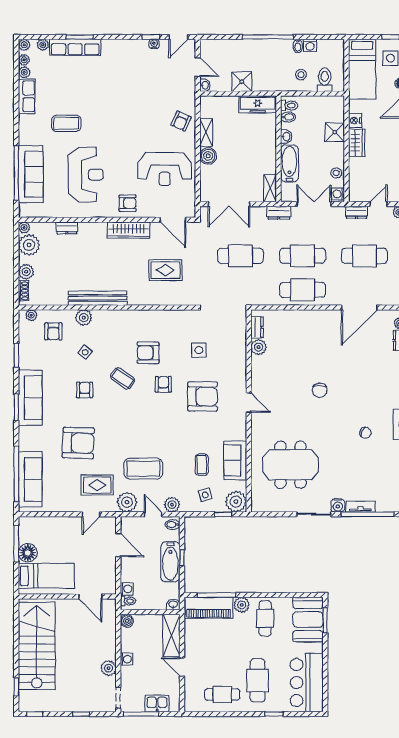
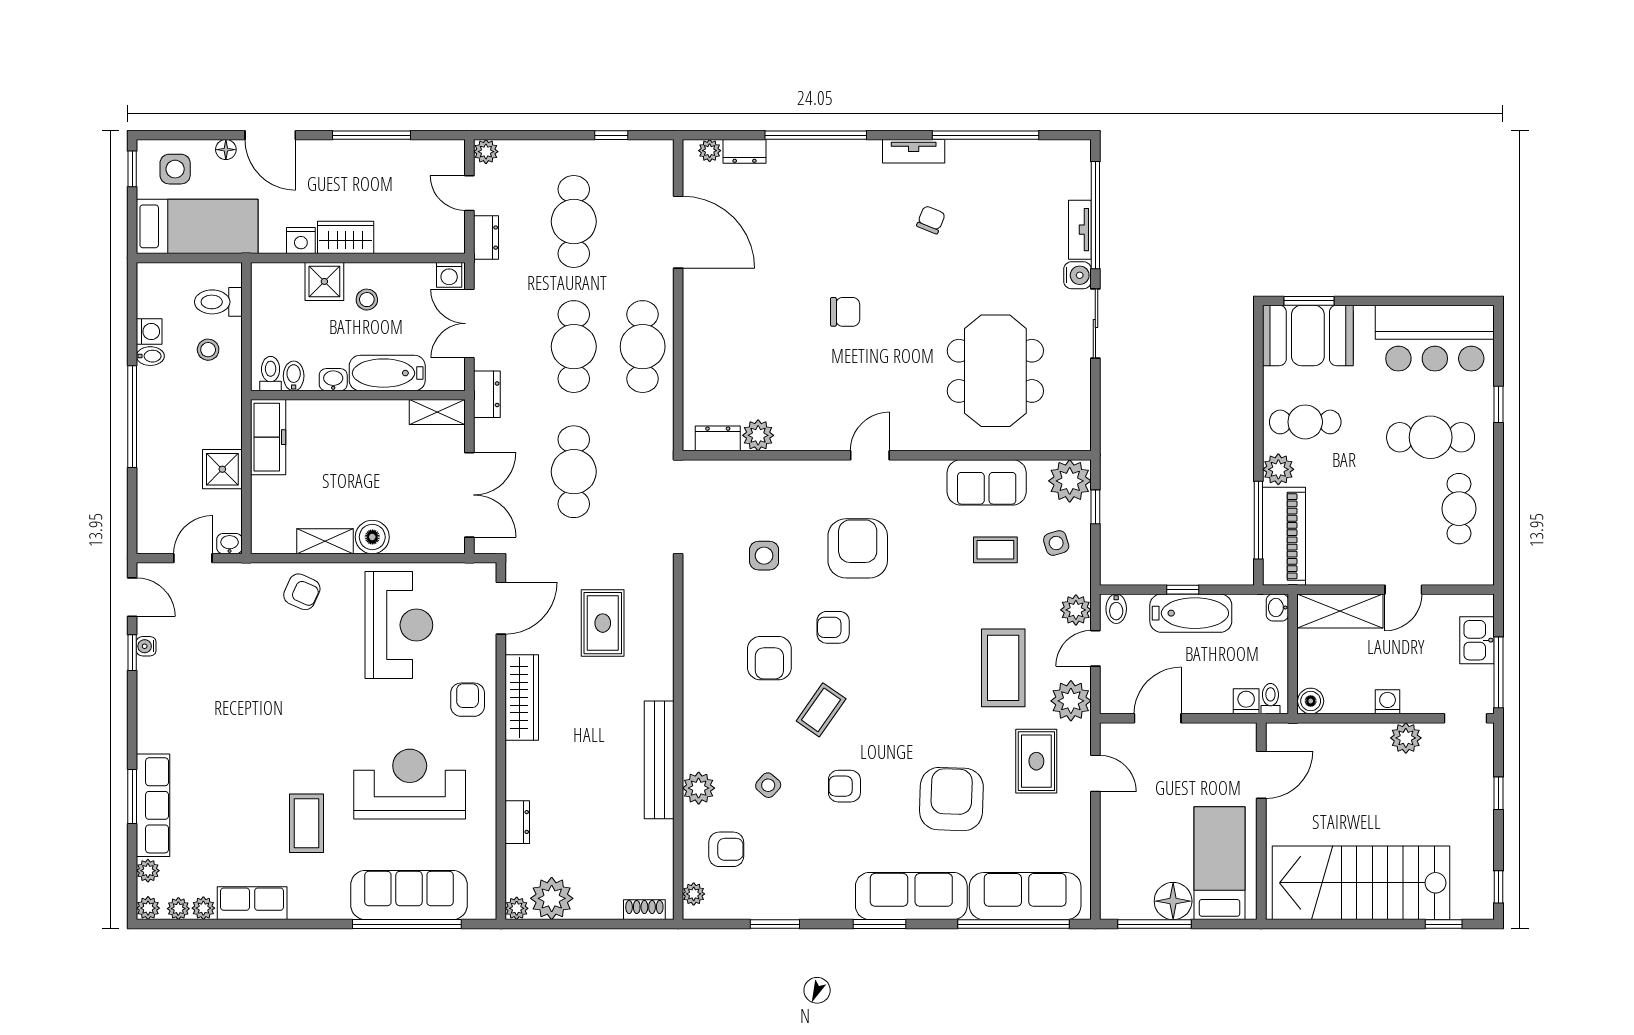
stool: (336, 173) -> (367, 300), moved
plant: (26, 272) -> (606, 904), removed
sofa: (30, 398) -> (911, 896), moved

